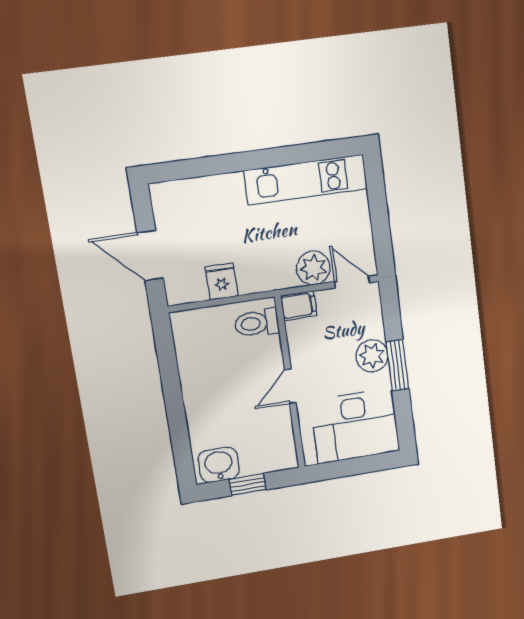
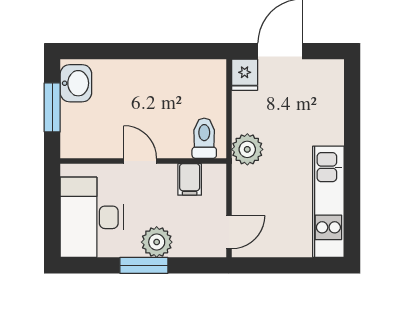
plant: (313, 268) -> (247, 149), moved
fridge: (222, 282) -> (245, 75), moved, turned 90
filing cabinet: (299, 306) -> (190, 179), moved
window: (248, 484) -> (52, 107), width x1.50

